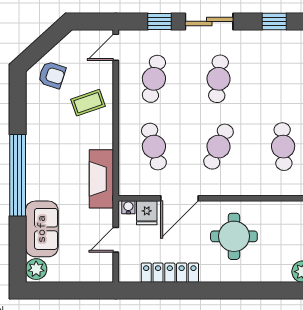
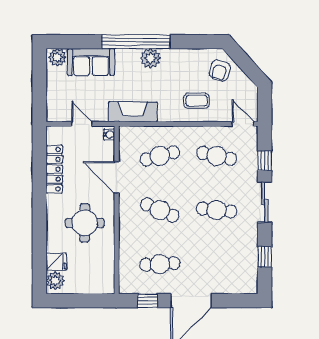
coffee table: (88, 103) -> (197, 101), turned -71
plant: (37, 158) -> (151, 58), added
fridge: (147, 213) -> (56, 262), moved, turned 180

